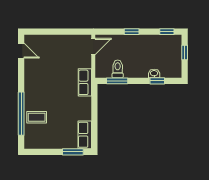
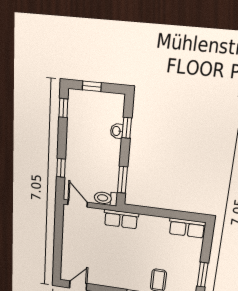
window: (132, 32) -> (61, 168), moved
toilet: (118, 69) -> (106, 198), moved
window: (73, 152) -> (203, 275), moved

